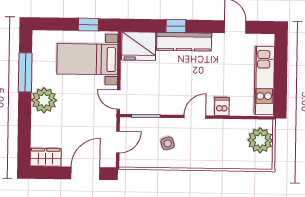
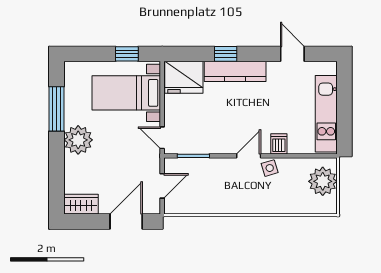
side table: (168, 143) -> (270, 168), moved

